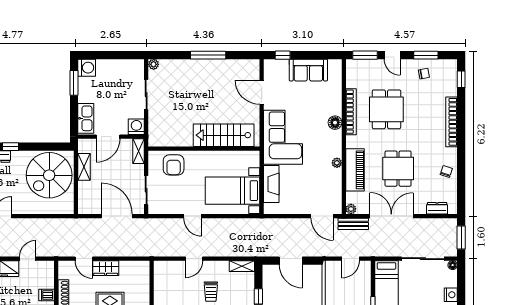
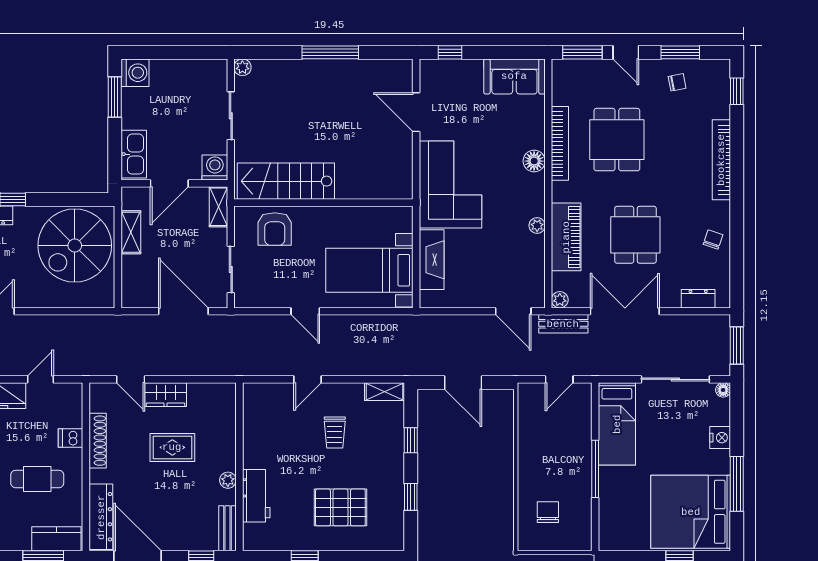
sofa: (308, 70) -> (514, 76), moved
stairs: (224, 135) -> (286, 181), moved

